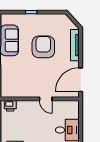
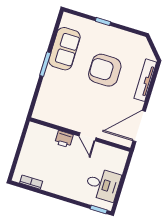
armchair: (43, 47) -> (105, 70), turned -90
printer: (10, 106) -> (64, 139), moved

